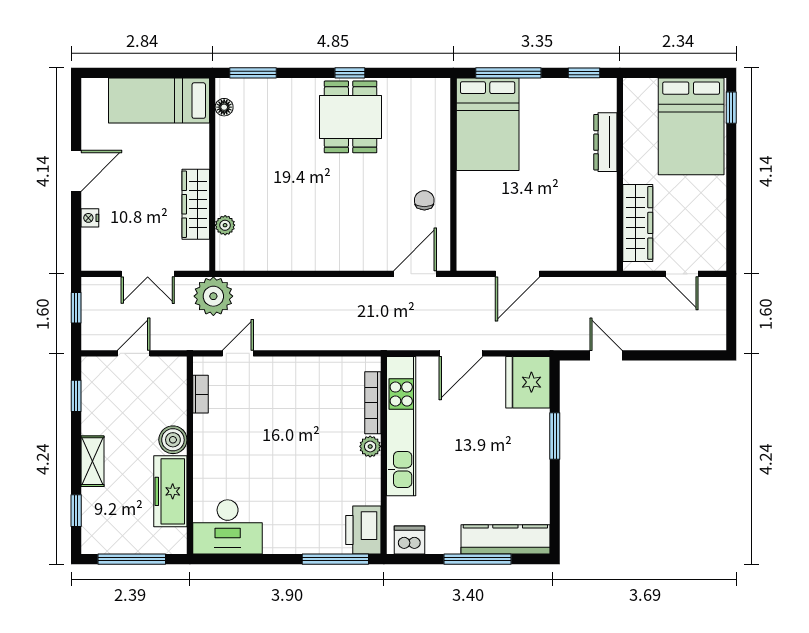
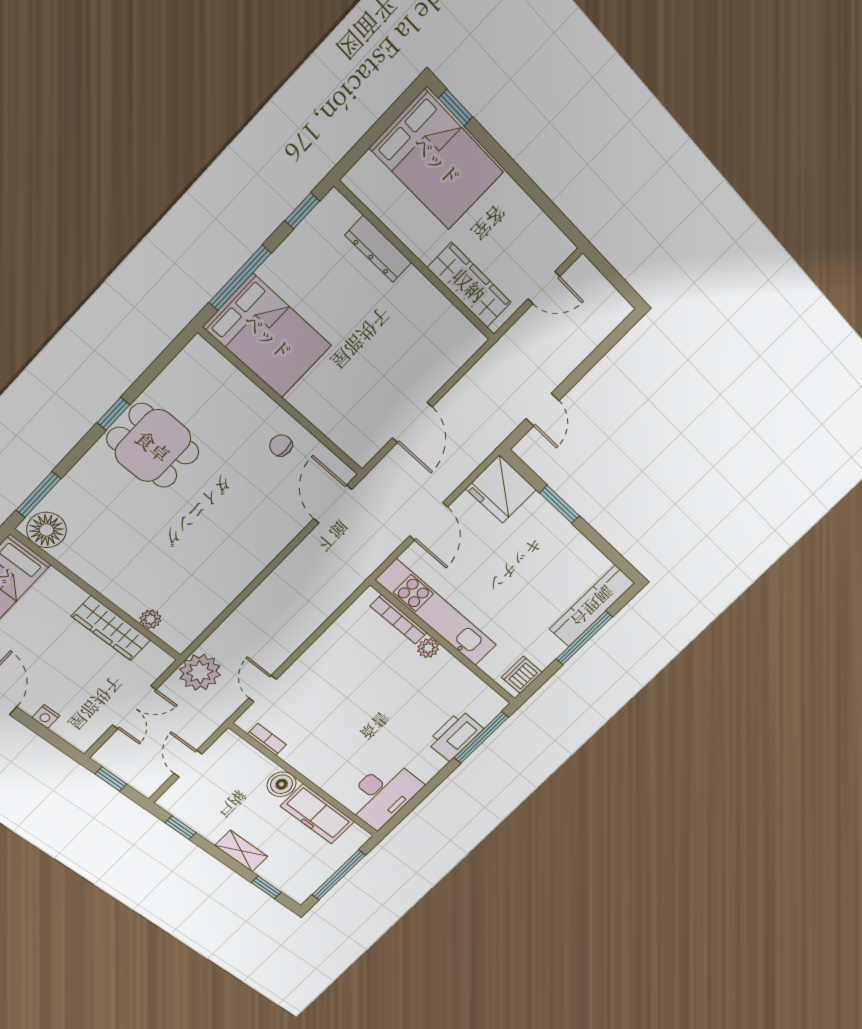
floor lamp: (224, 107) -> (46, 530), width x1.89, depth x1.89
door: (606, 355) -> (543, 410), swing flipped
printer: (363, 530) -> (455, 736), moved, turned 90

